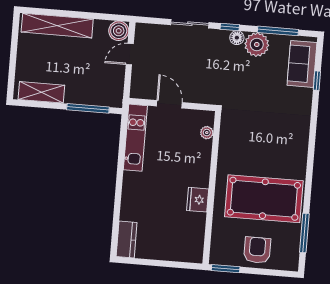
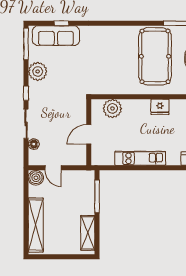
window: (278, 31) -> (26, 44), moved
floor lamp: (237, 38) -> (34, 144), moved
sofa: (302, 64) -> (56, 36), width x1.36
plant: (207, 133) -> (112, 108), width x1.88, depth x1.88
kitchen unit: (135, 138) -> (140, 158), moved

